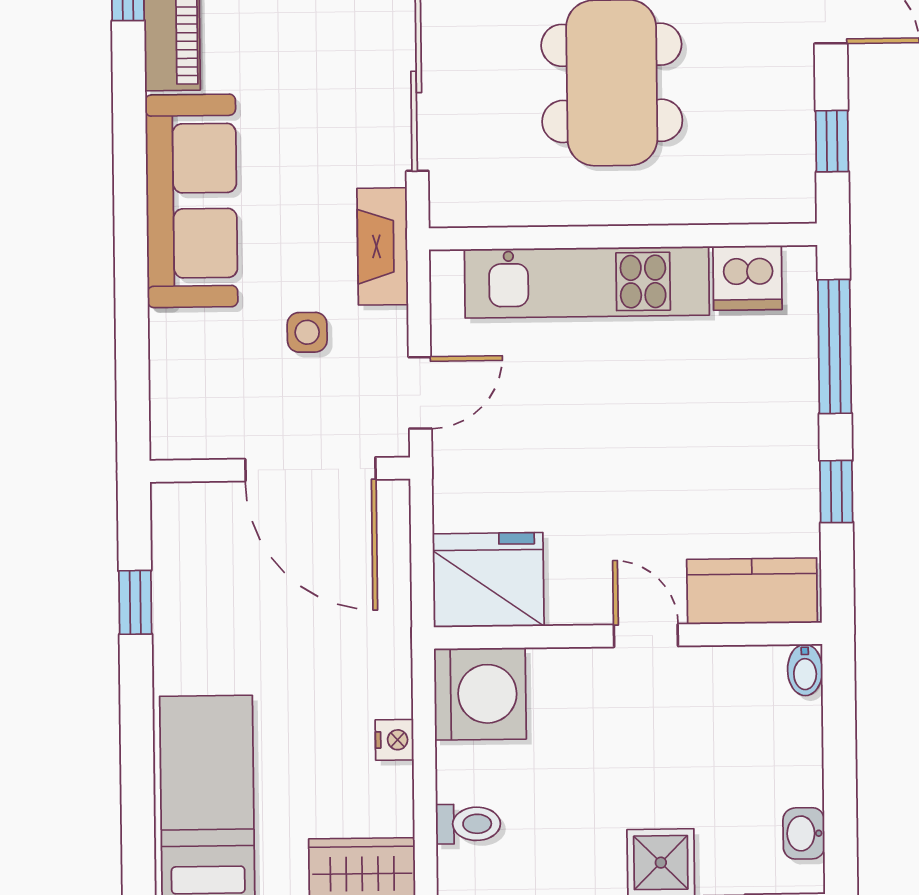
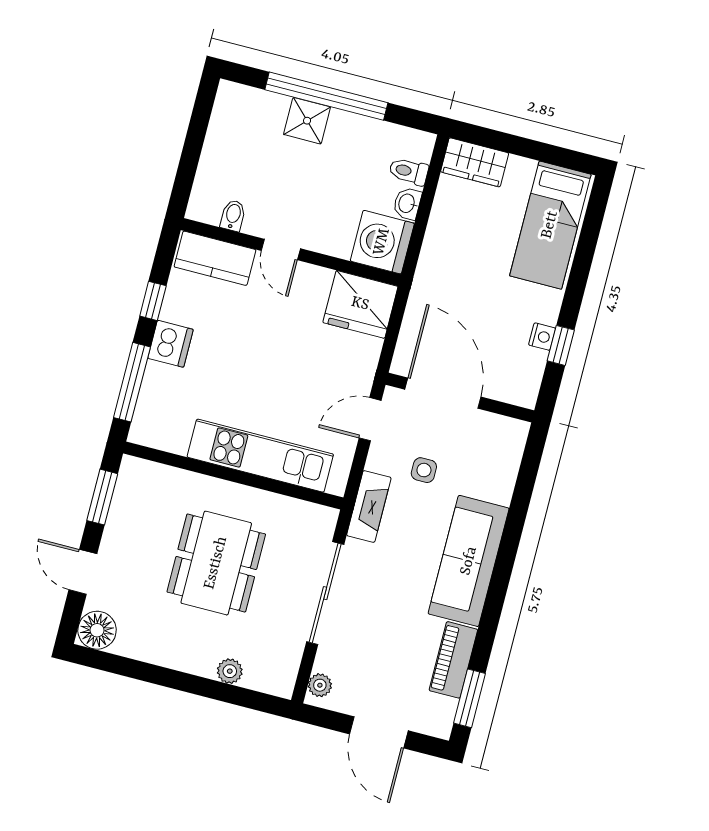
window: (832, 141) -> (102, 497), width x1.50
dishwasher: (747, 278) -> (170, 344), moved, turned 90
bidet: (805, 670) -> (233, 215), moved
nightstand: (395, 740) -> (542, 337), moved, turned 180
washbasin: (804, 833) -> (407, 203), moved, turned 180

